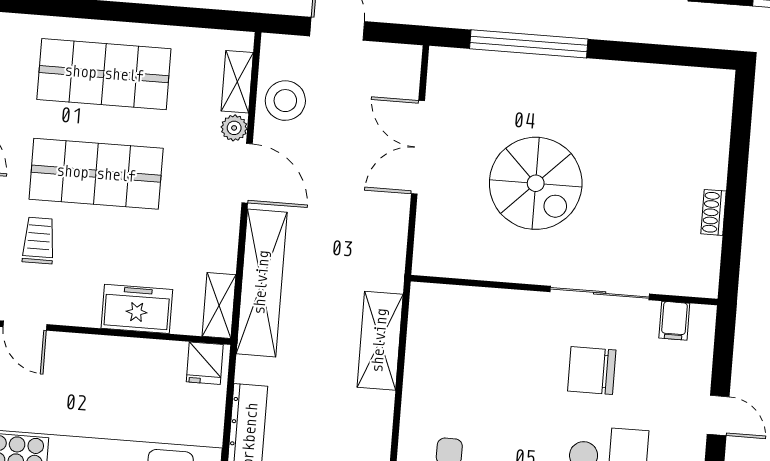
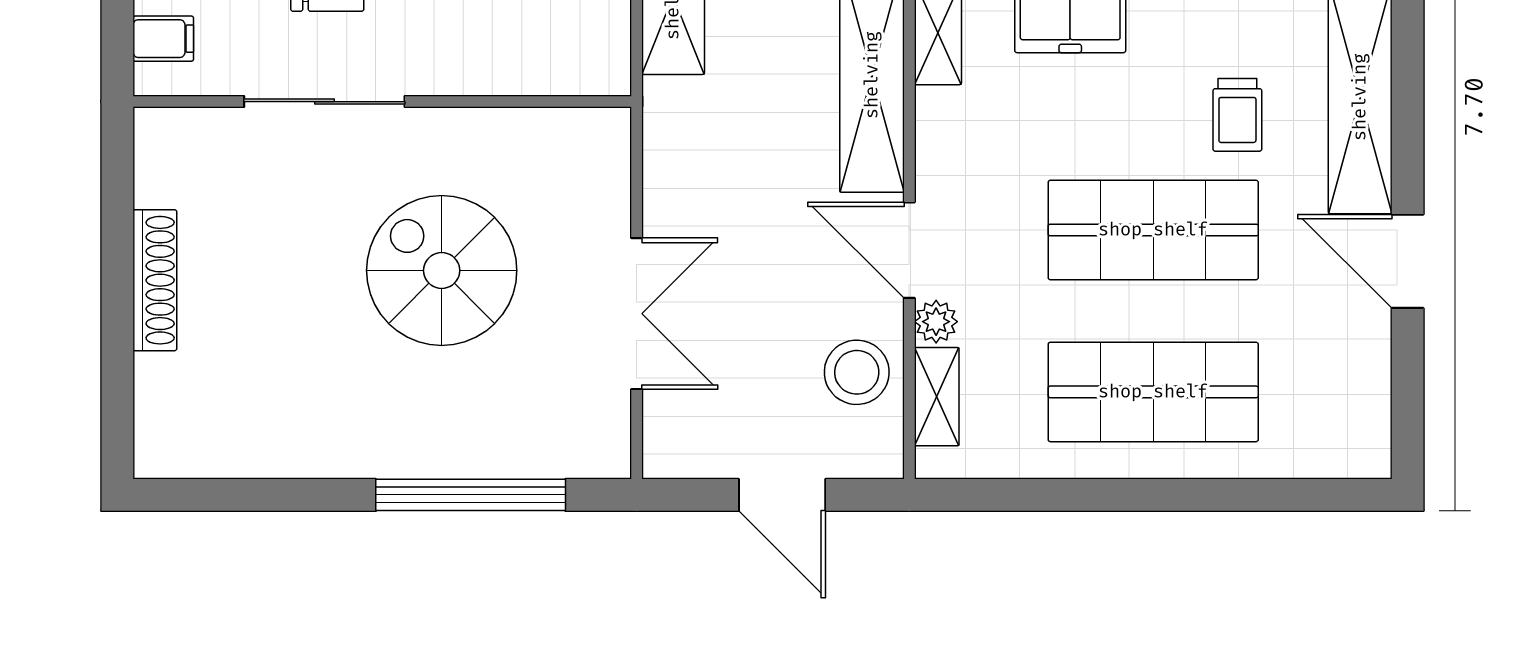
shoe rack: (713, 212) -> (155, 280), width x1.94, depth x1.24
filing cabinet: (674, 321) -> (163, 39), moved, turned 90

